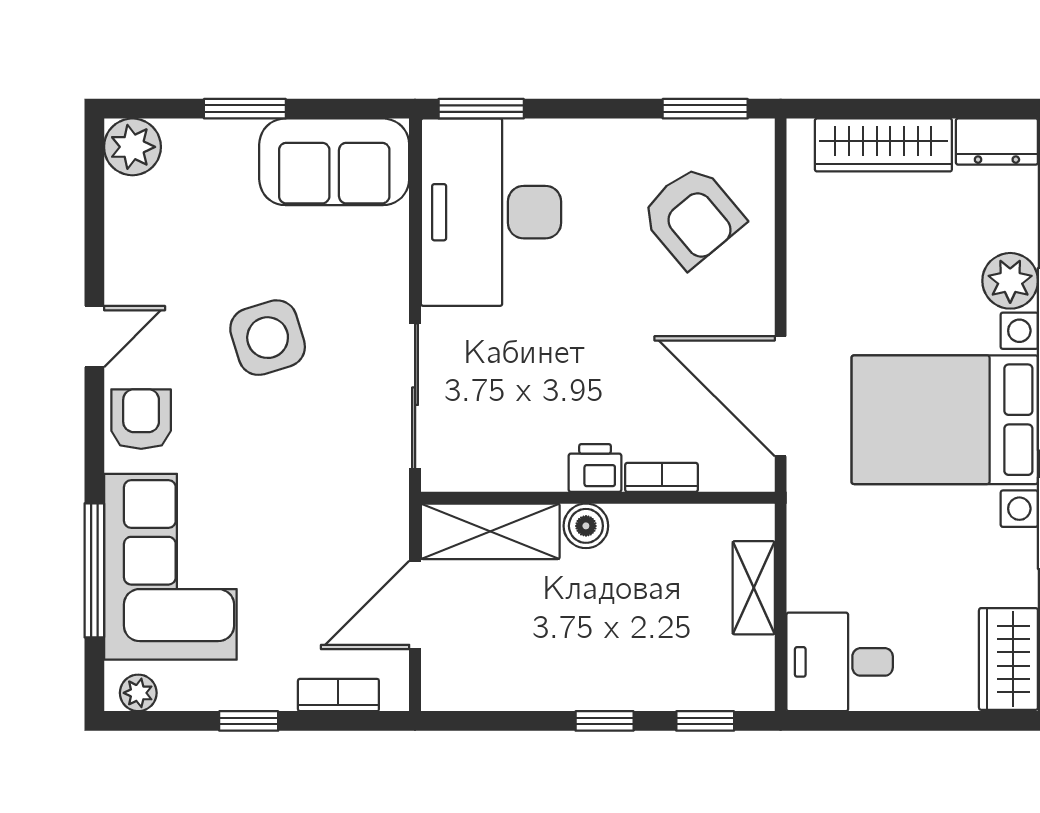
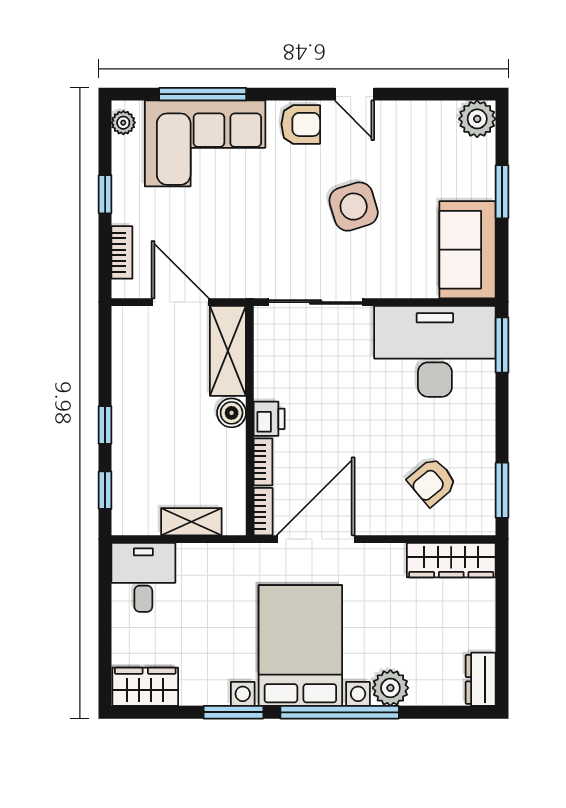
wardrobe: (883, 145) -> (451, 560), moved, turned -90
armchair: (692, 216) -> (432, 482), width x0.72, depth x0.72
bookcase: (738, 477) -> (263, 512), added

